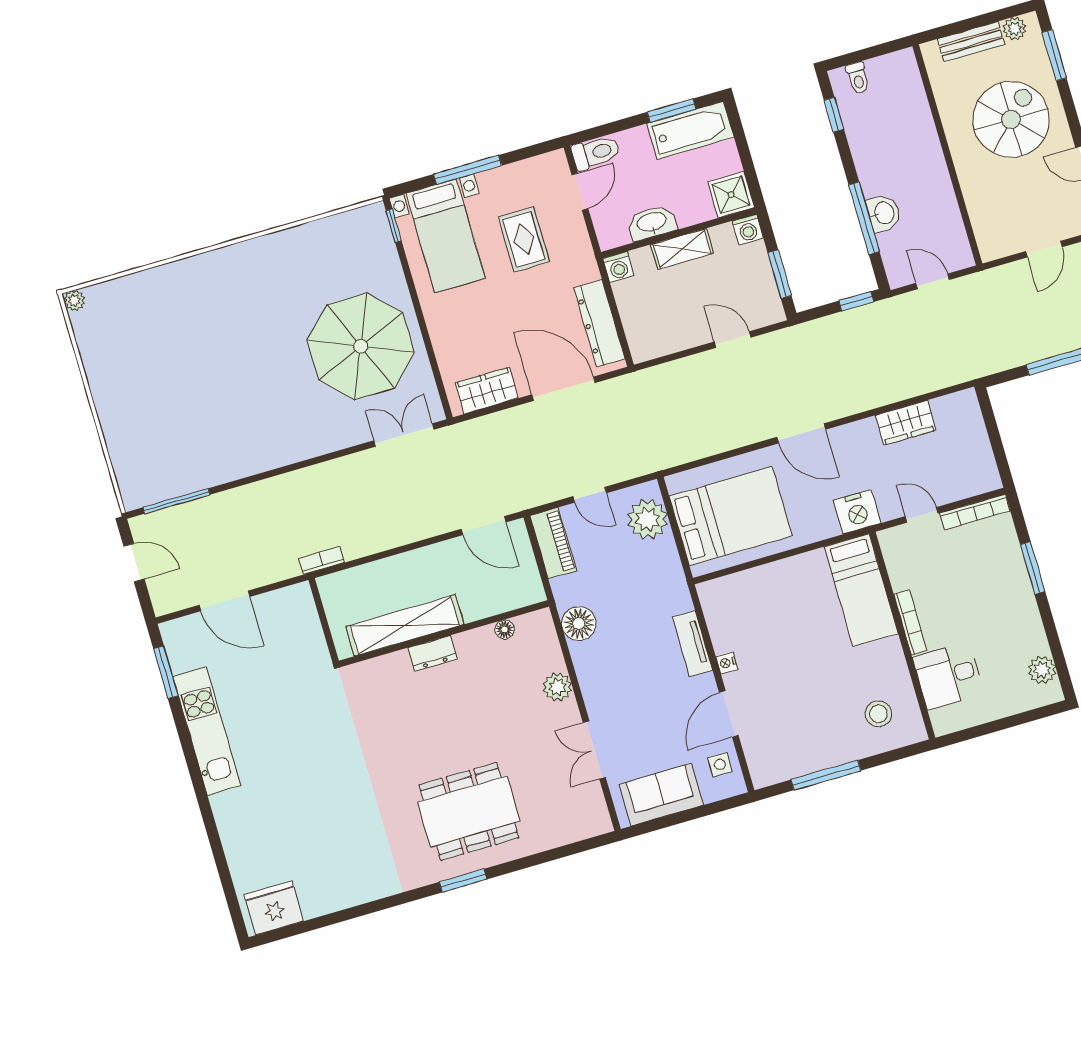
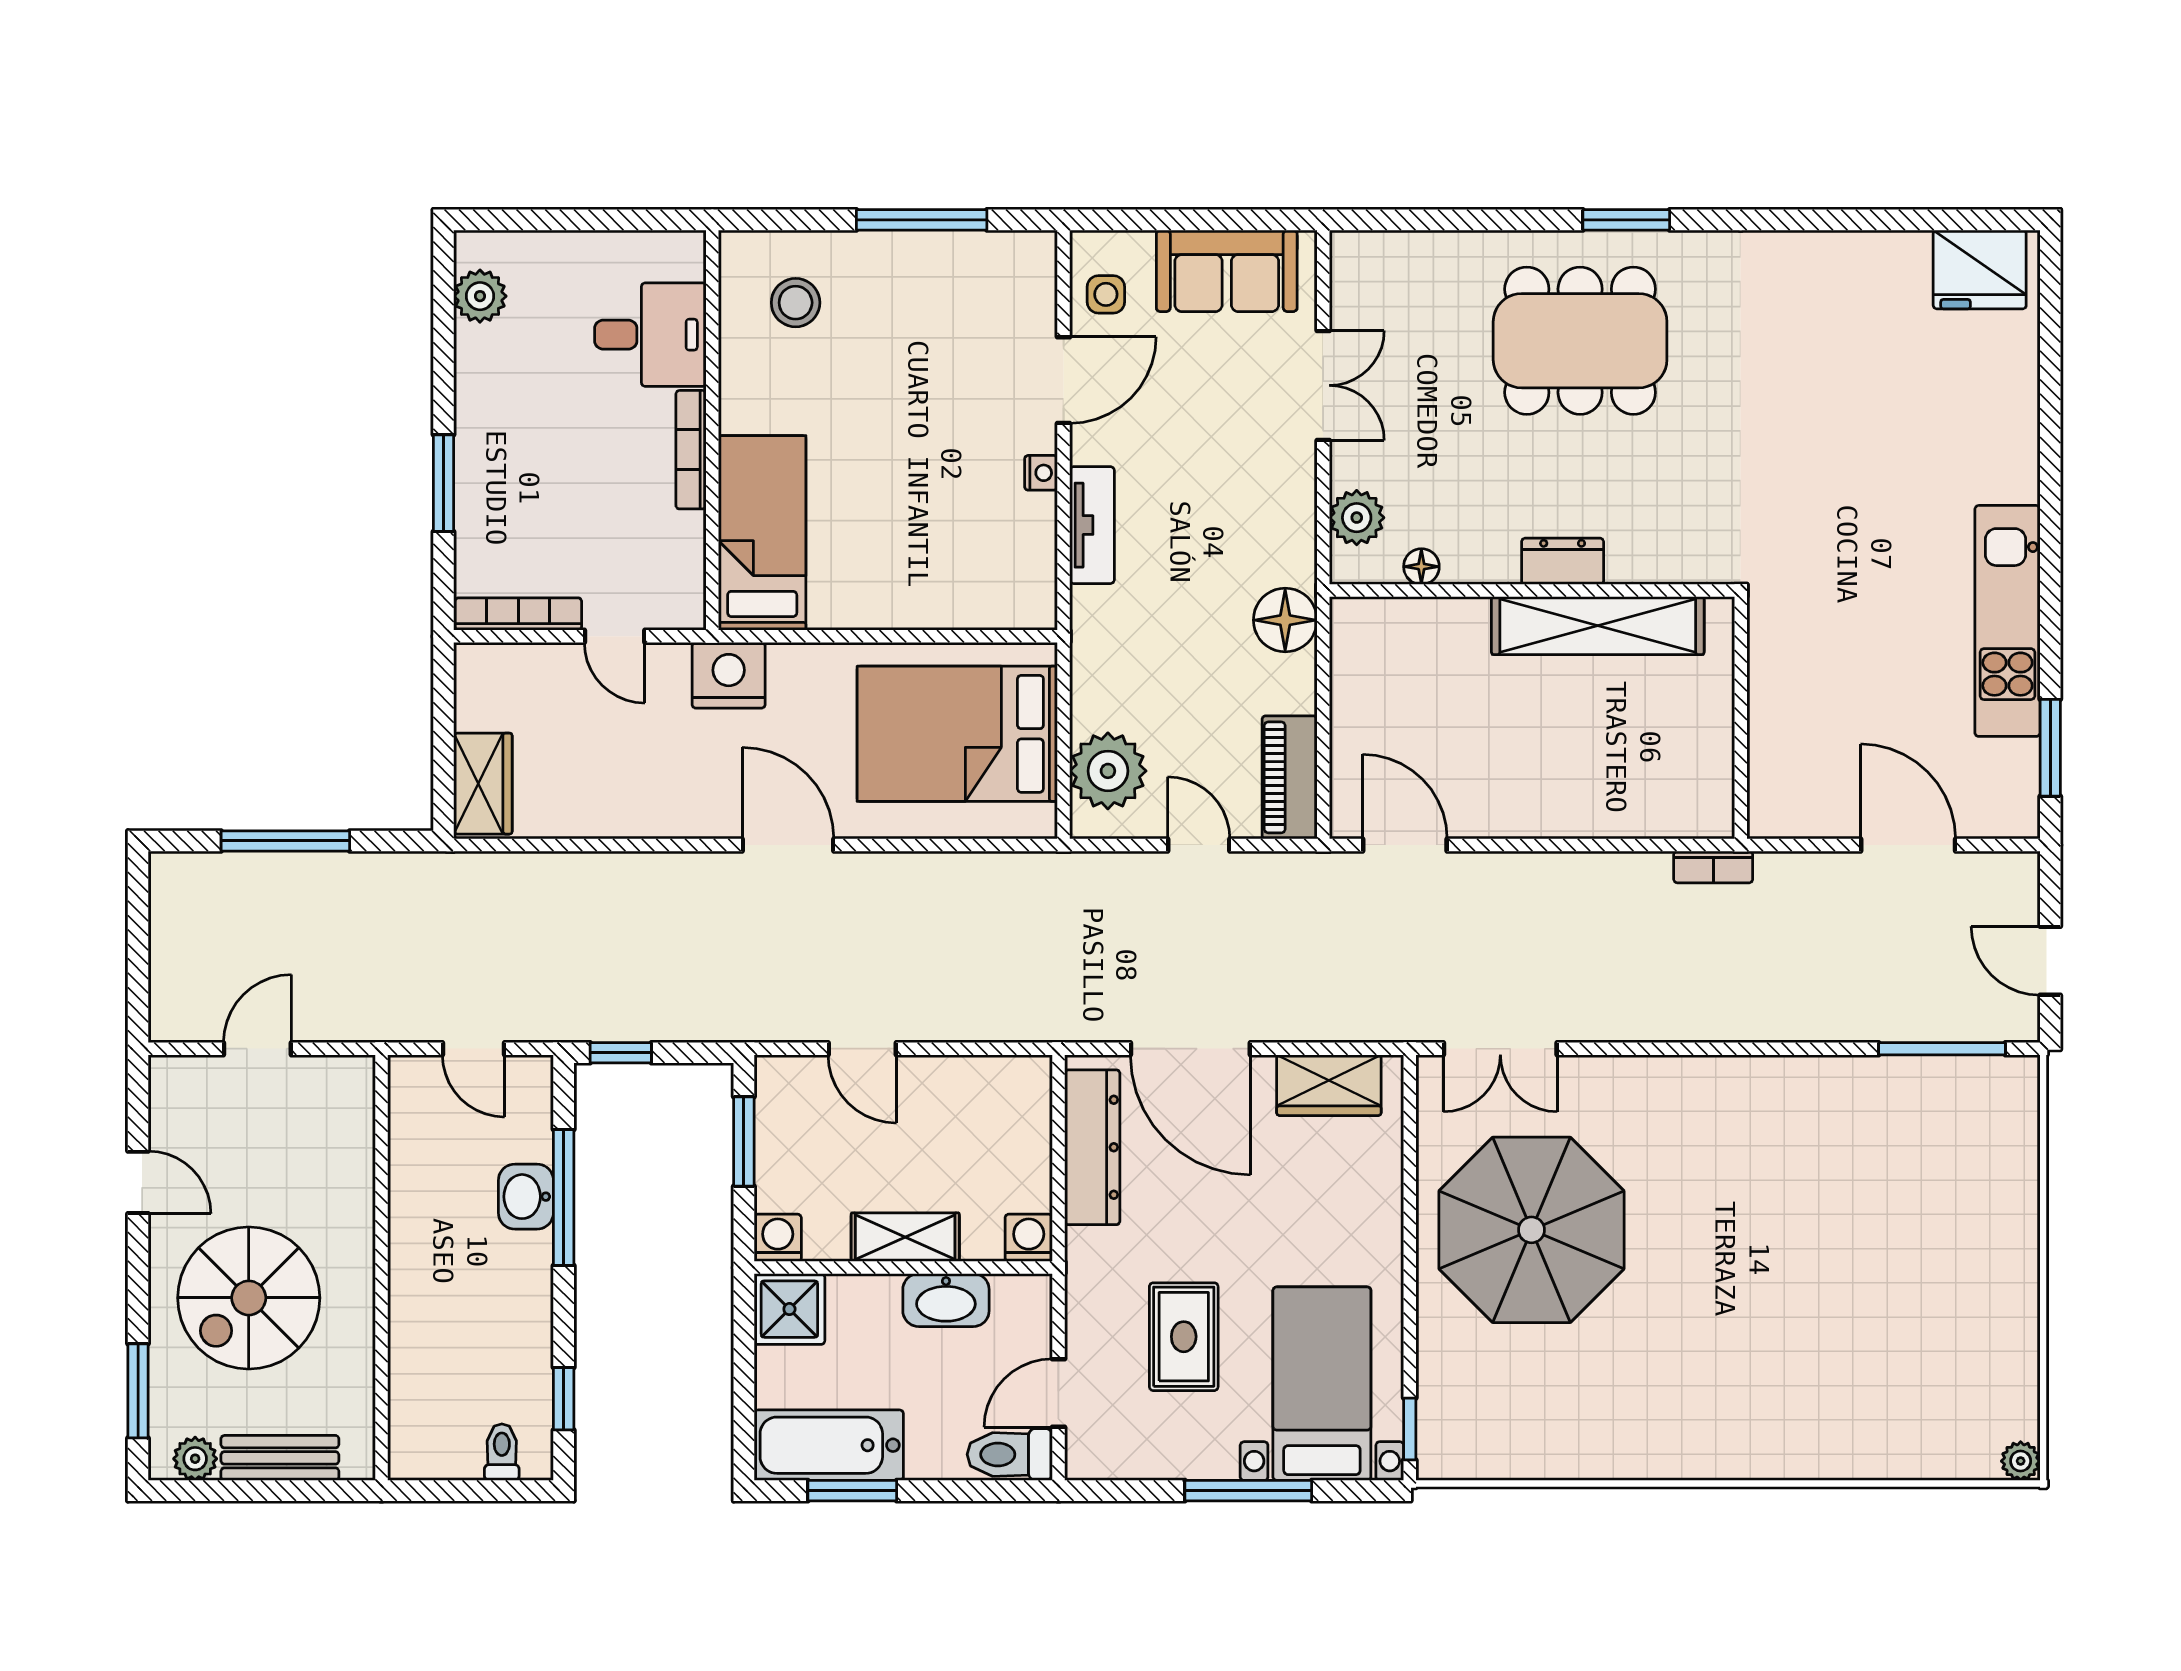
wardrobe: (906, 423) -> (483, 784), moved, turned 90
shelving: (405, 625) -> (1598, 626), moved
floor lamp: (505, 630) -> (1421, 567), moved
wall: (444, 634) -> (1532, 591), moved
dresser: (433, 653) -> (1563, 561), moved

